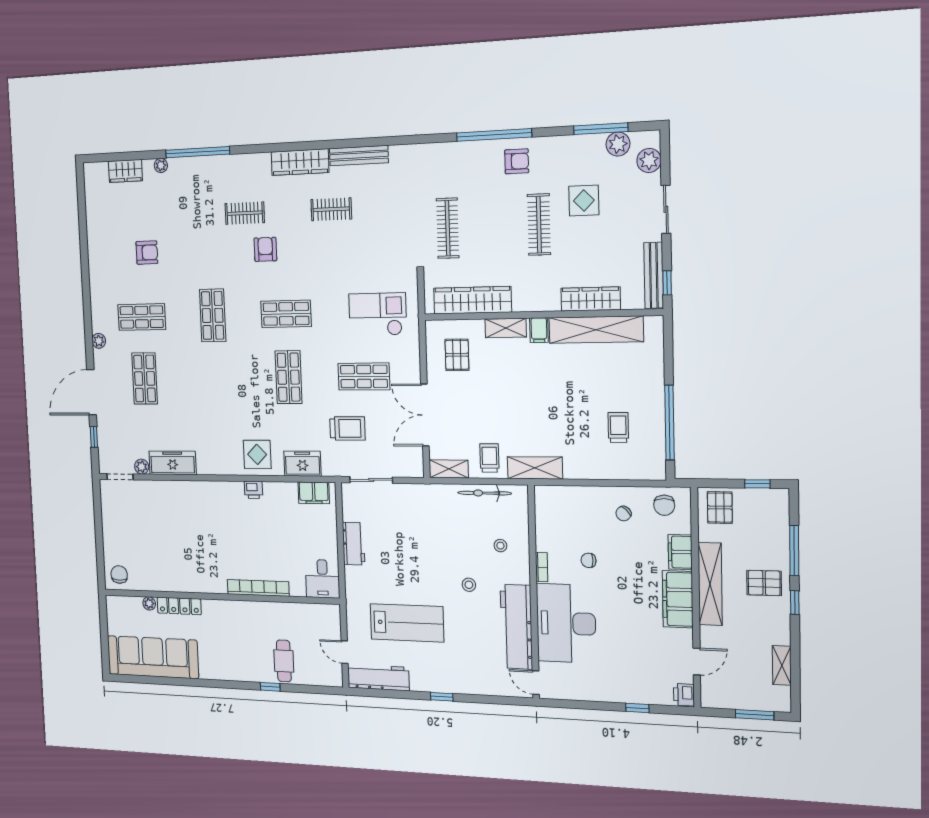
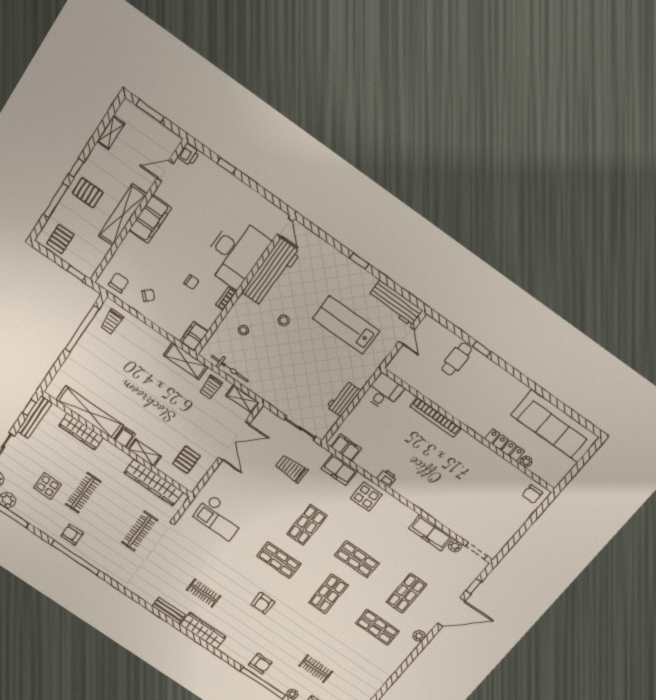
bench: (359, 156) -> (169, 610), width x0.73
clothes rail: (245, 213) -> (316, 669), moved
armchair: (147, 253) -> (260, 664), moved, turned 180
shop shelf: (364, 377) -> (357, 559), moved
trolley: (618, 427) -> (112, 322), moved
window: (757, 484) -> (76, 273), moved
pallet: (720, 508) -> (60, 239), moved
filing cabinet: (680, 552) -> (194, 336), moved, turned 180

